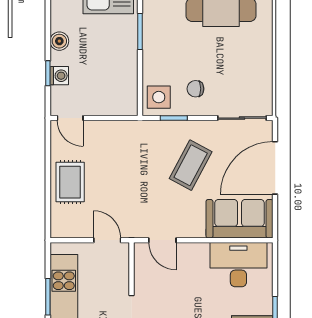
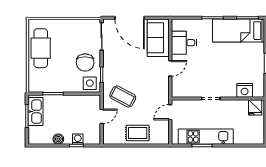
chair: (195, 89) -> (85, 63), width x1.87, depth x1.87
door: (70, 118) -> (102, 116), moved
coffee table: (191, 165) -> (123, 97), moved
door: (162, 240) -> (170, 68), moved
desk: (238, 265) -> (184, 43), width x0.73

